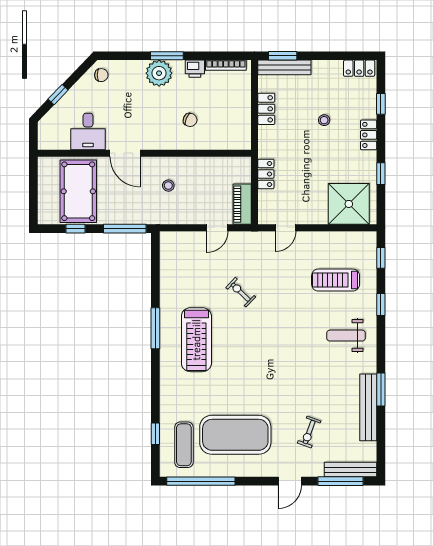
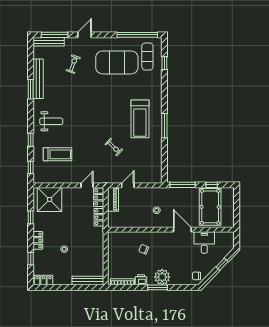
window: (283, 56) -> (89, 287), removed
locker: (266, 109) -> (99, 197), moved
treadmill: (196, 340) -> (140, 119), turned 180

